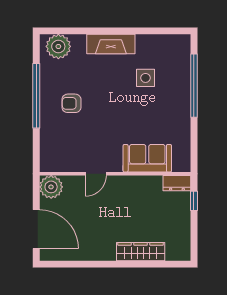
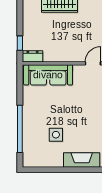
sofa: (147, 158) -> (48, 75), width x1.36

